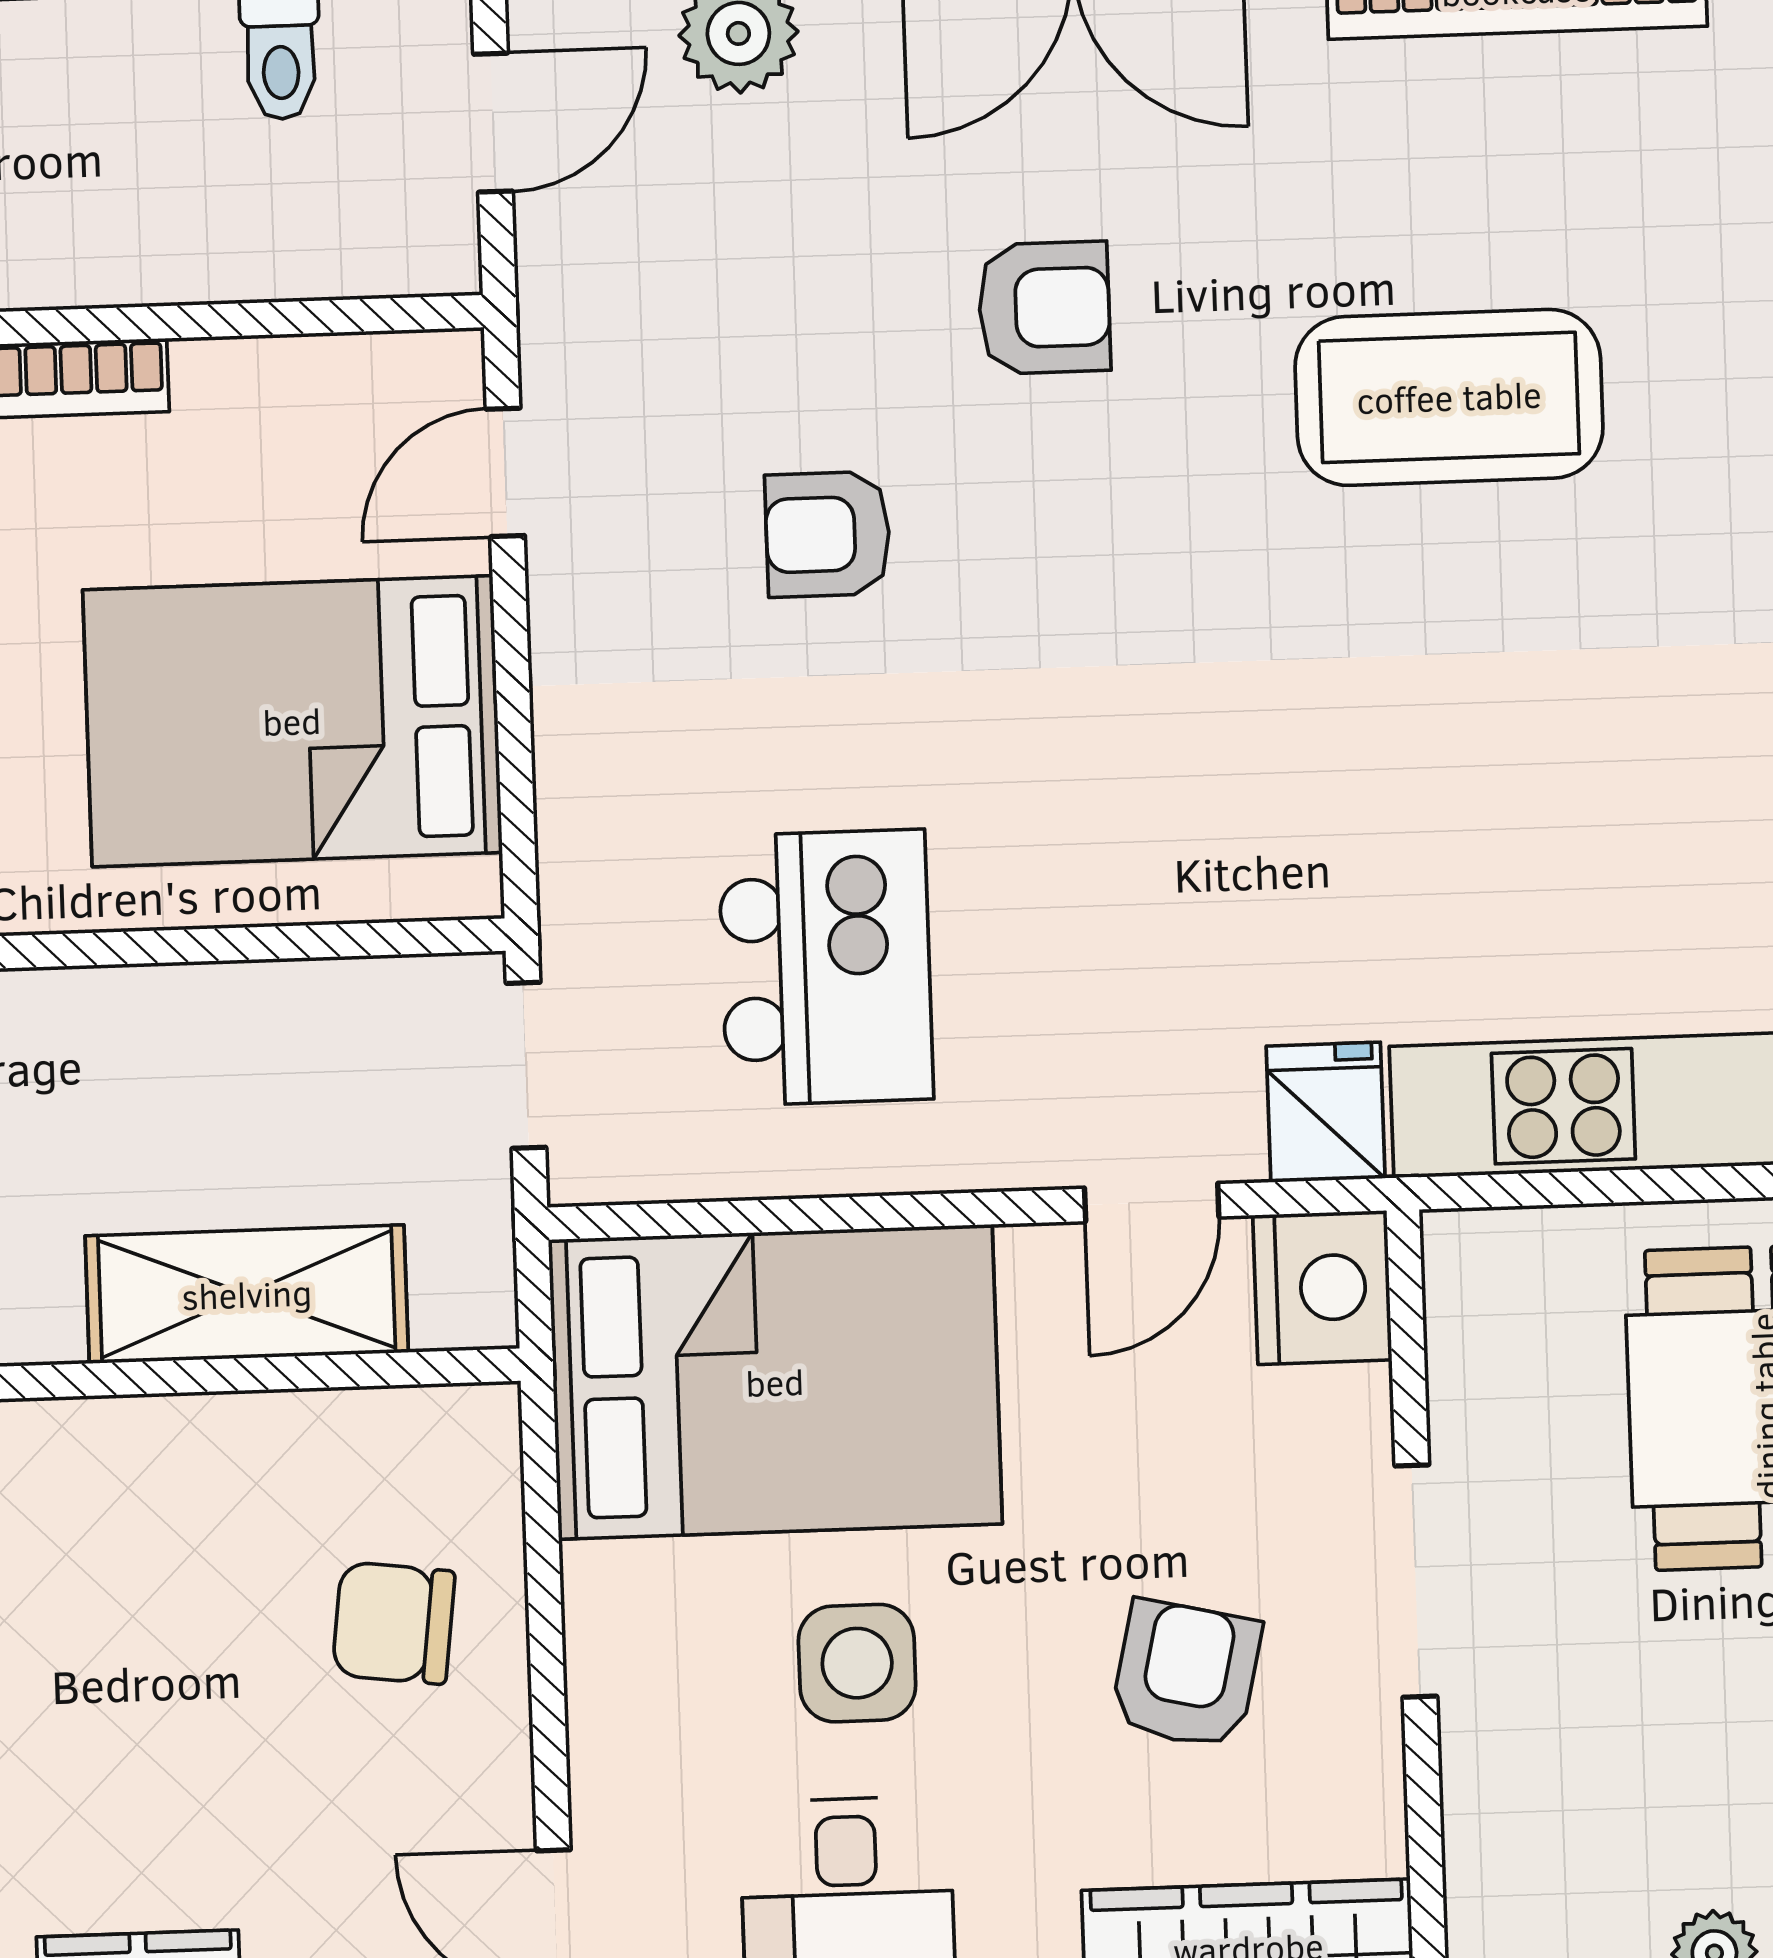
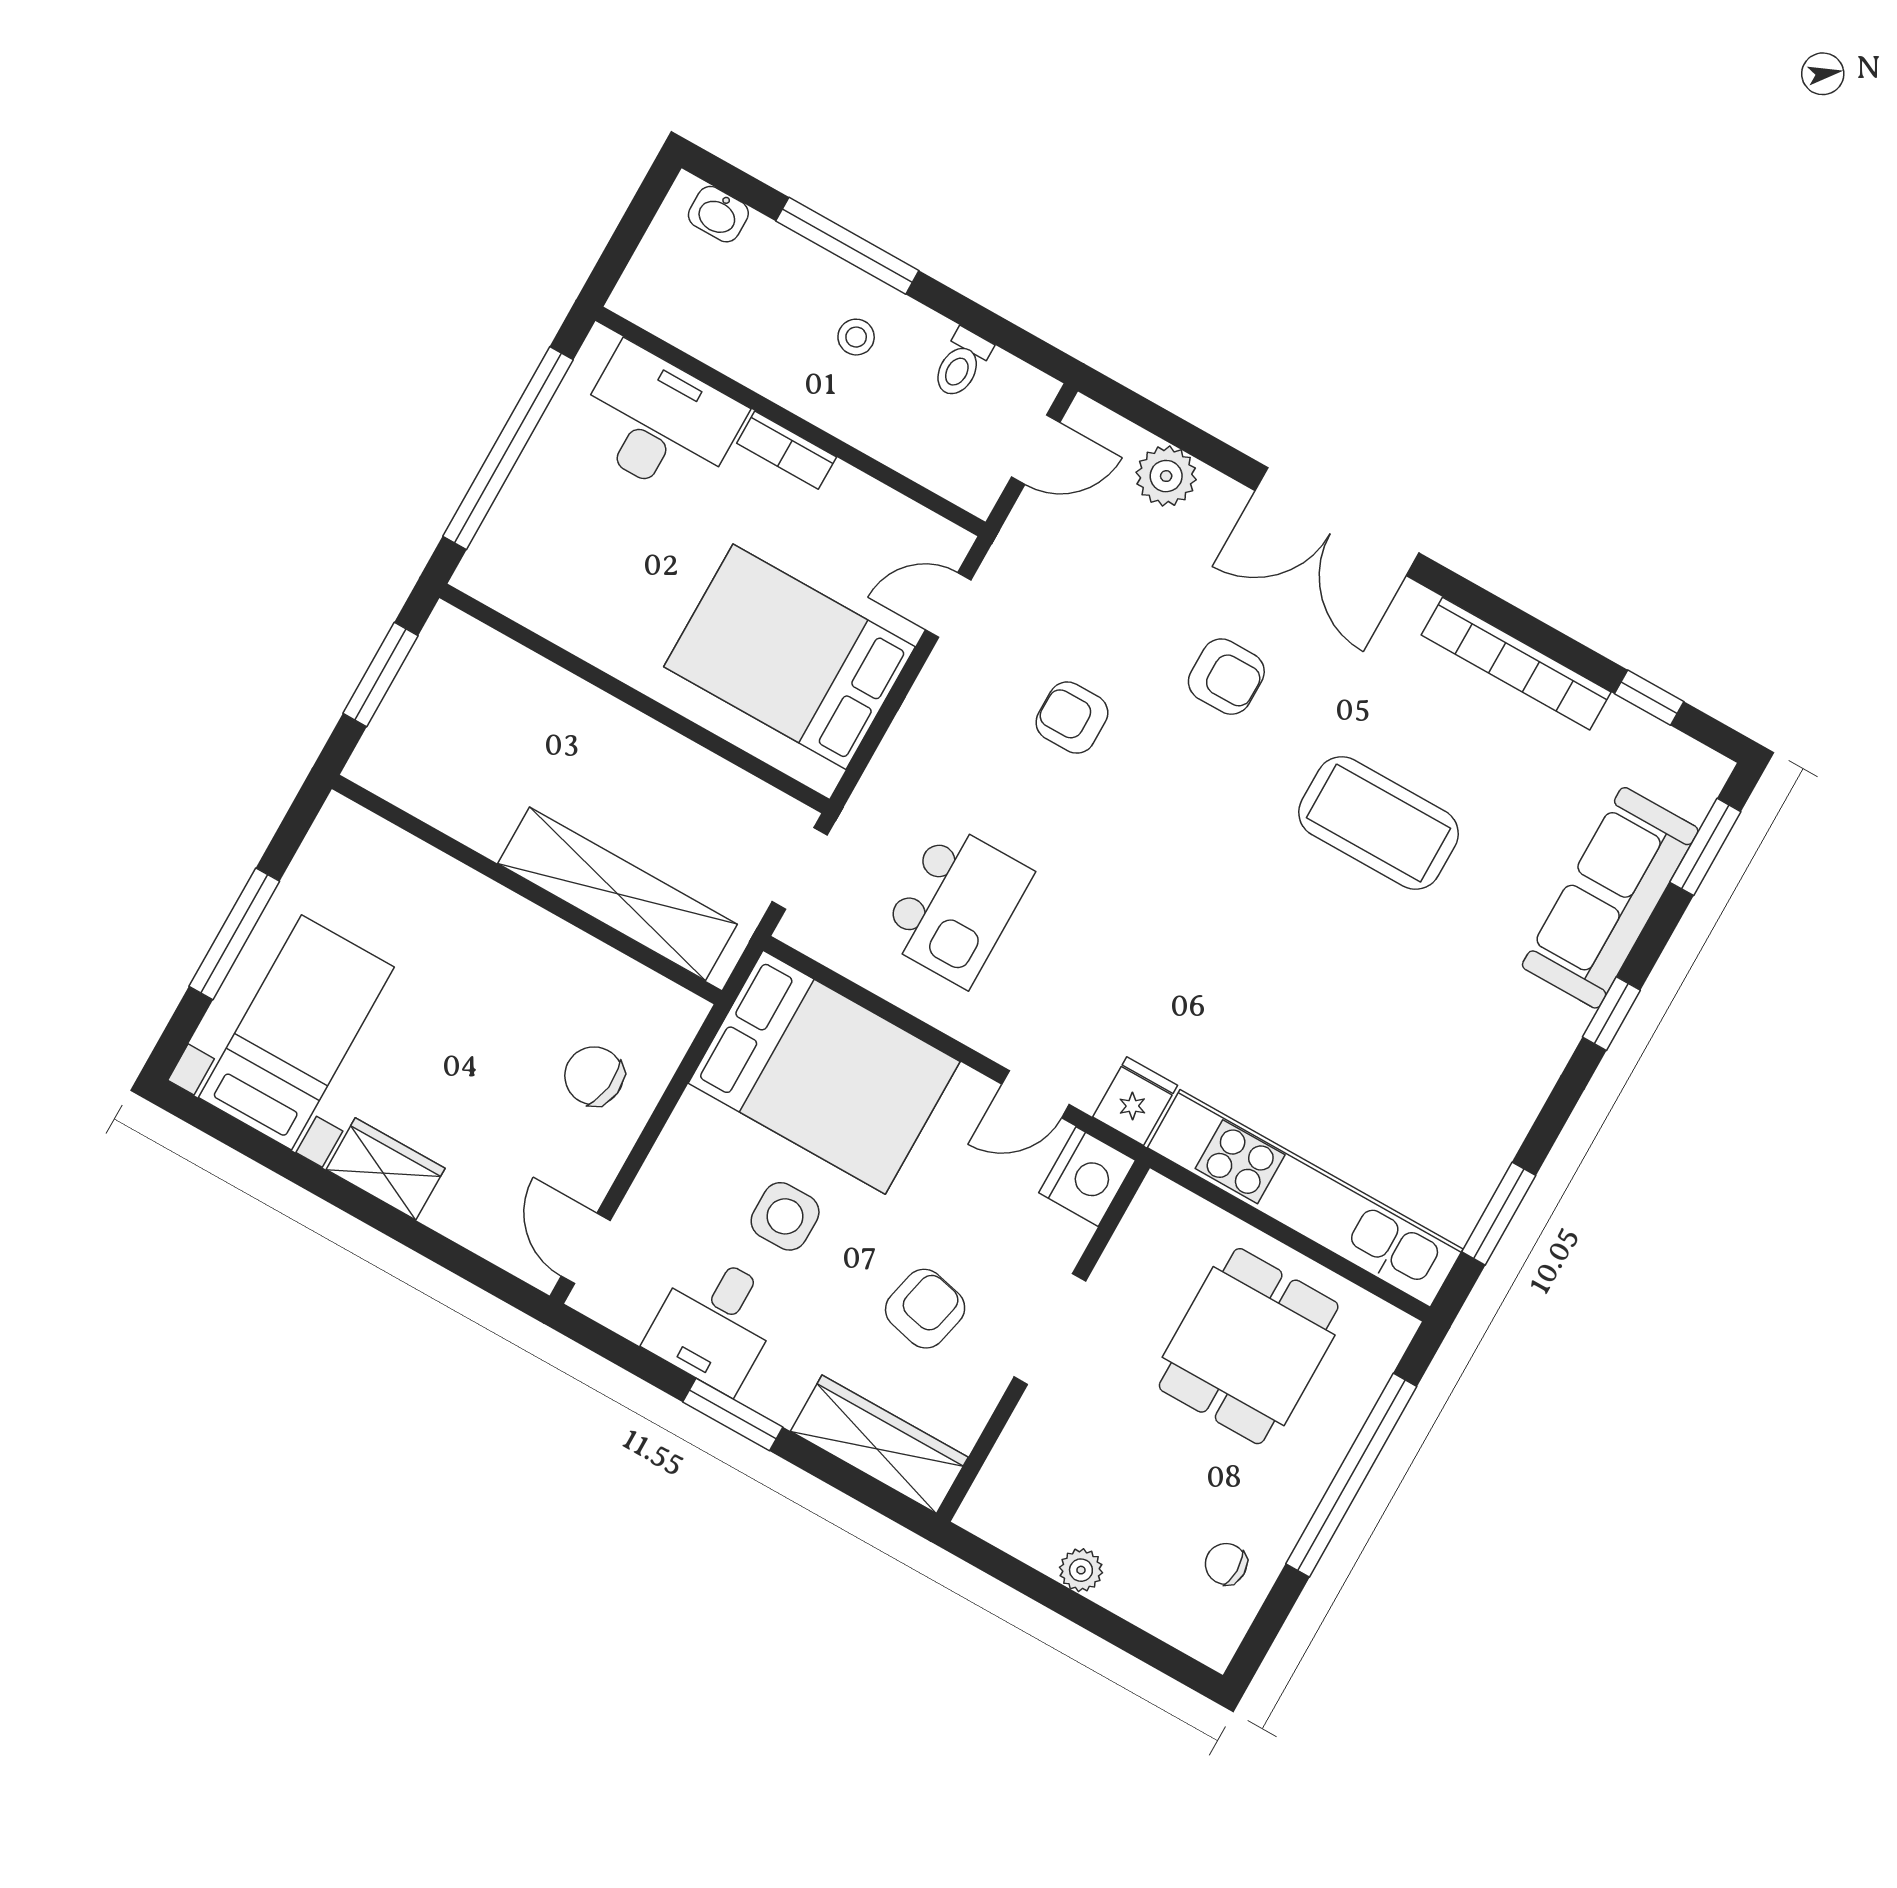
stool: (77, 118) -> (856, 337), added
shelving: (247, 1294) -> (617, 894), width x1.47

